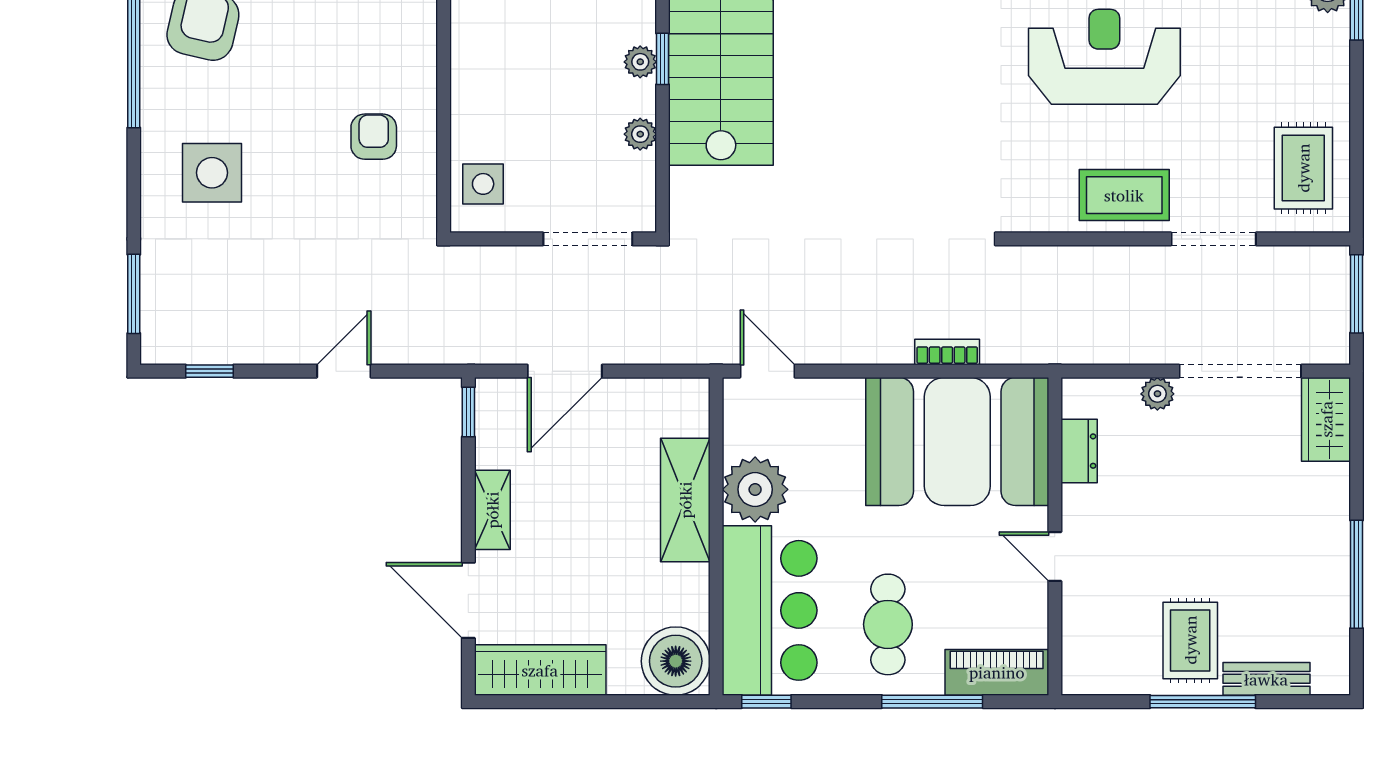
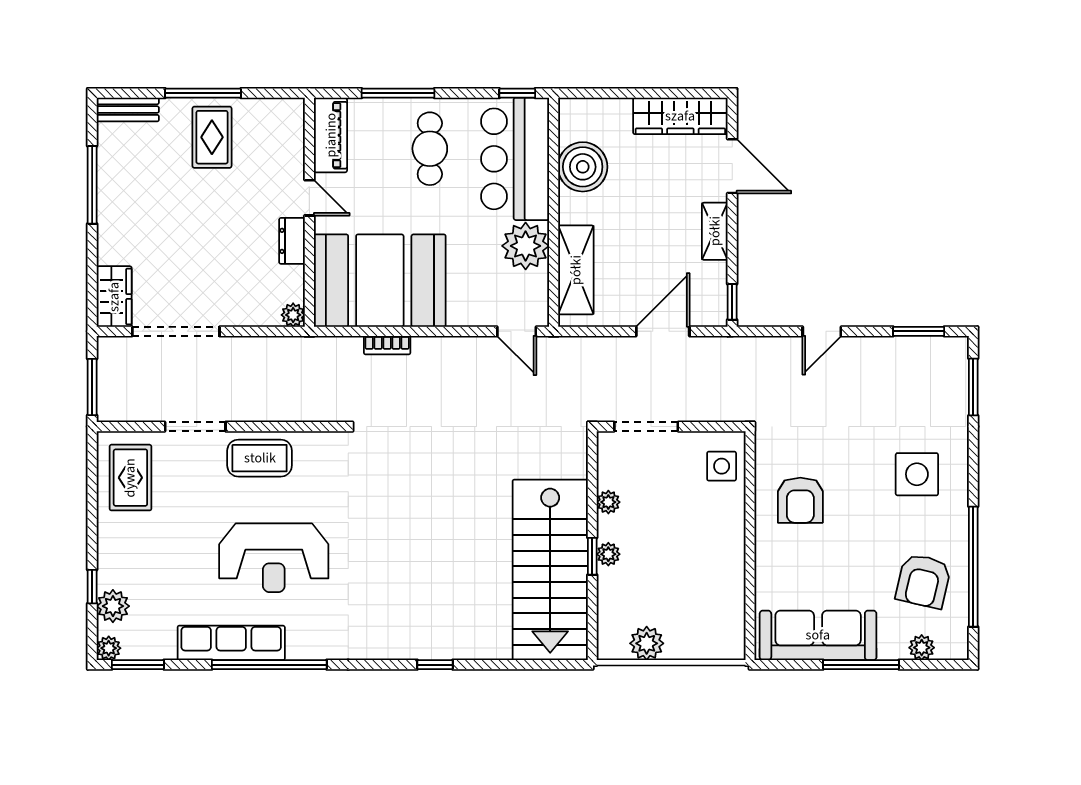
armchair: (374, 137) -> (800, 500), width x1.38, depth x1.38
window: (210, 371) -> (919, 331), width x1.50
plant: (1157, 394) -> (293, 315), moved
dresser: (1079, 451) -> (292, 241), moved
shelving: (685, 500) -> (576, 270), moved
boiler: (676, 661) -> (583, 167), moved
piano: (997, 672) -> (331, 135), moved, turned -90
bench: (1266, 679) -> (128, 110), moved

